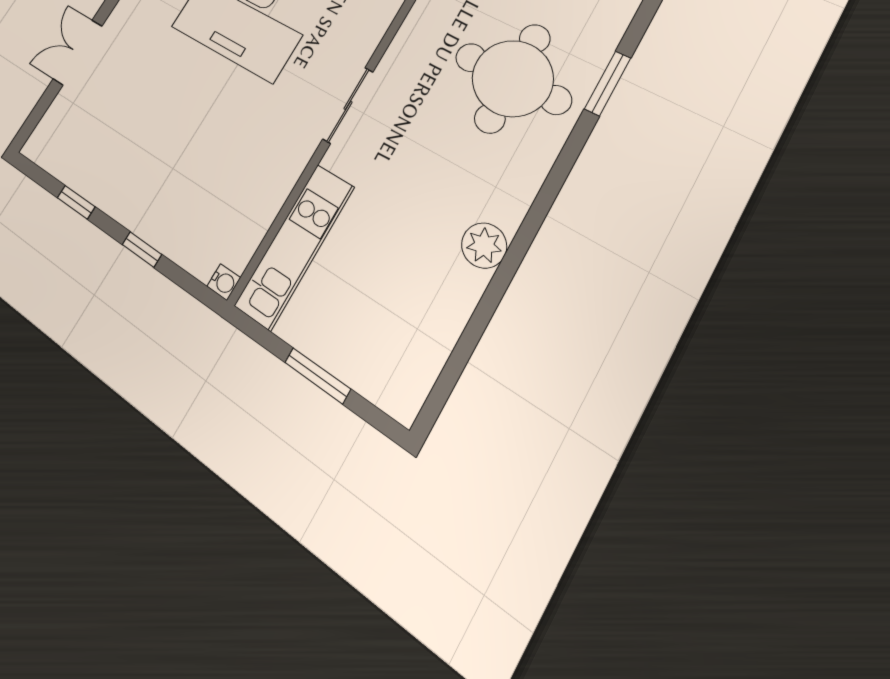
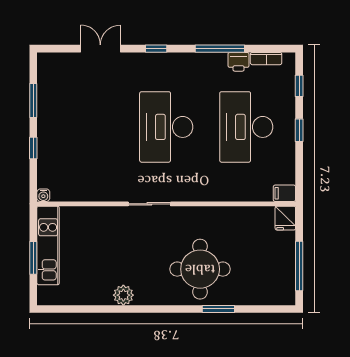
window: (76, 202) -> (33, 101), width x1.50
kitchen unit: (295, 246) -> (48, 245), moved, turned -90

